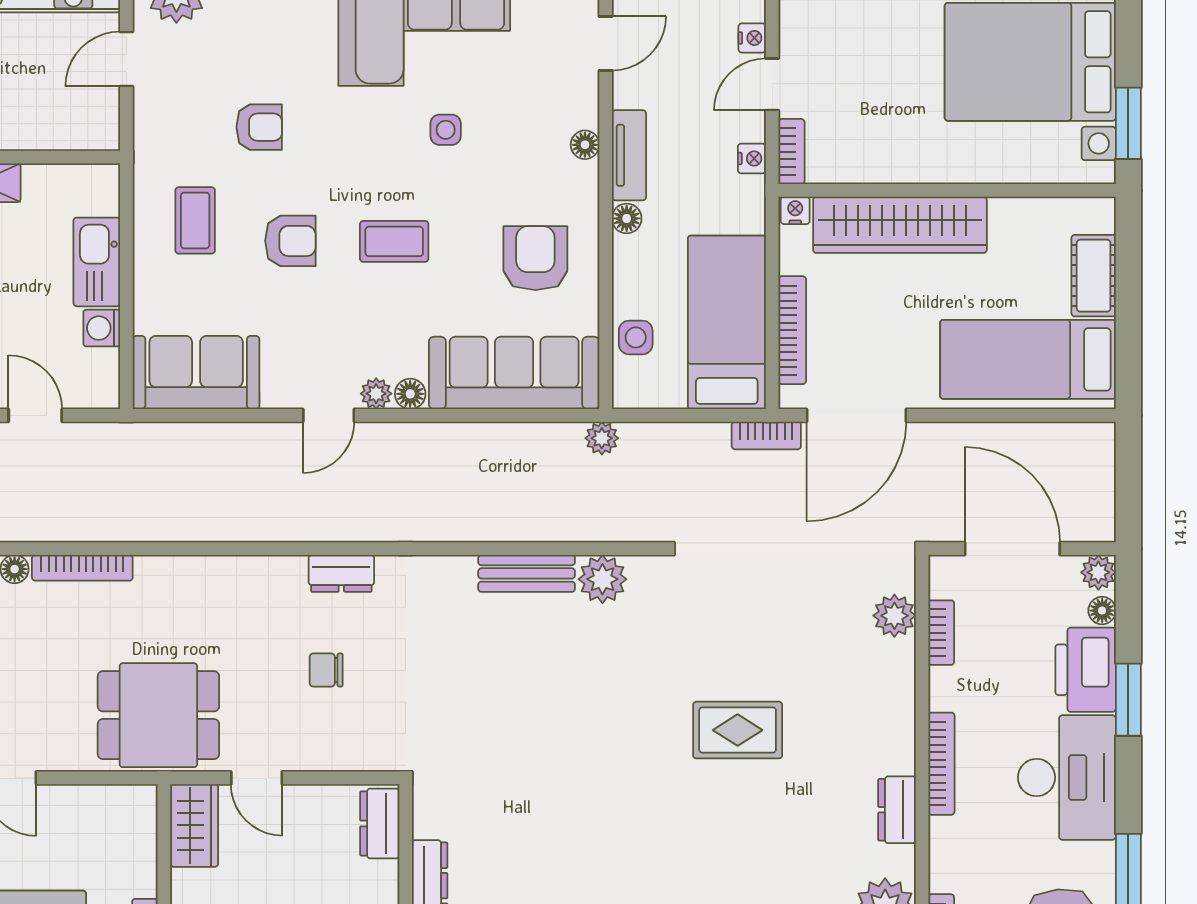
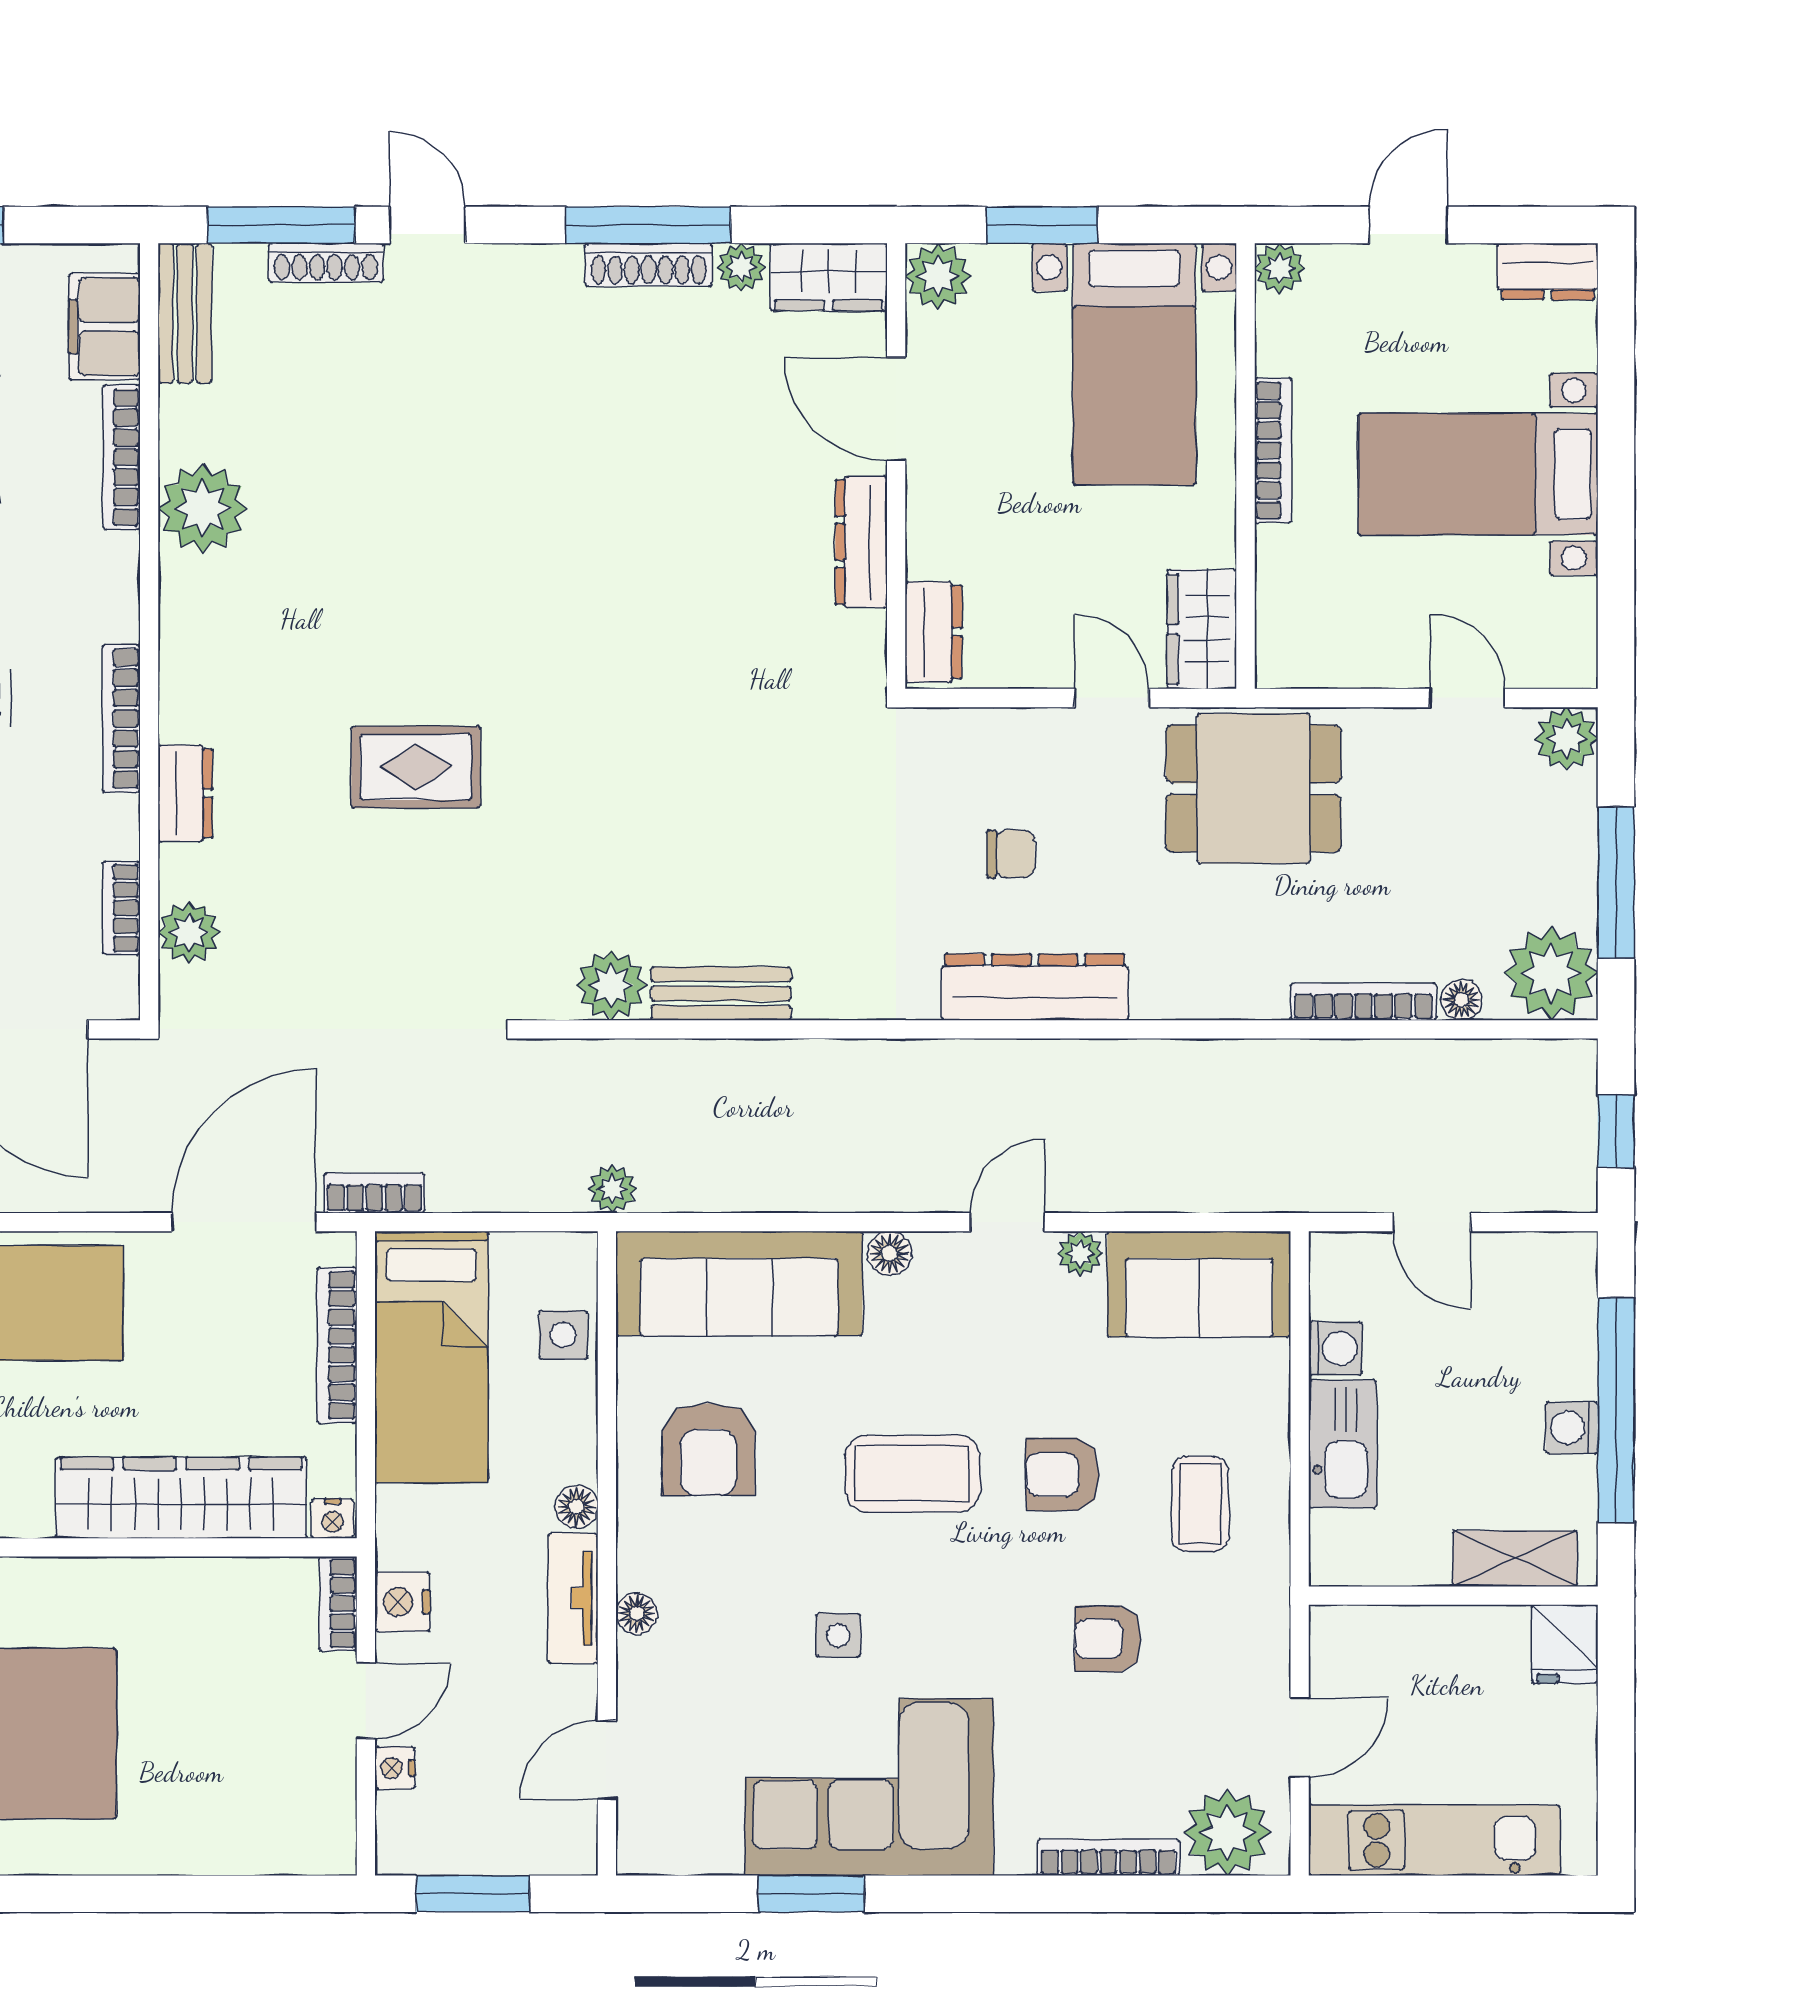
nightstand: (752, 159) -> (402, 1602), width x1.39, depth x1.35
coffee table: (394, 241) -> (913, 1474), width x1.36, depth x1.30
plant: (376, 394) -> (1080, 1254), moved
dresser: (341, 573) -> (1035, 987), width x1.96, depth x1.24
dresser: (897, 810) -> (185, 793), moved

